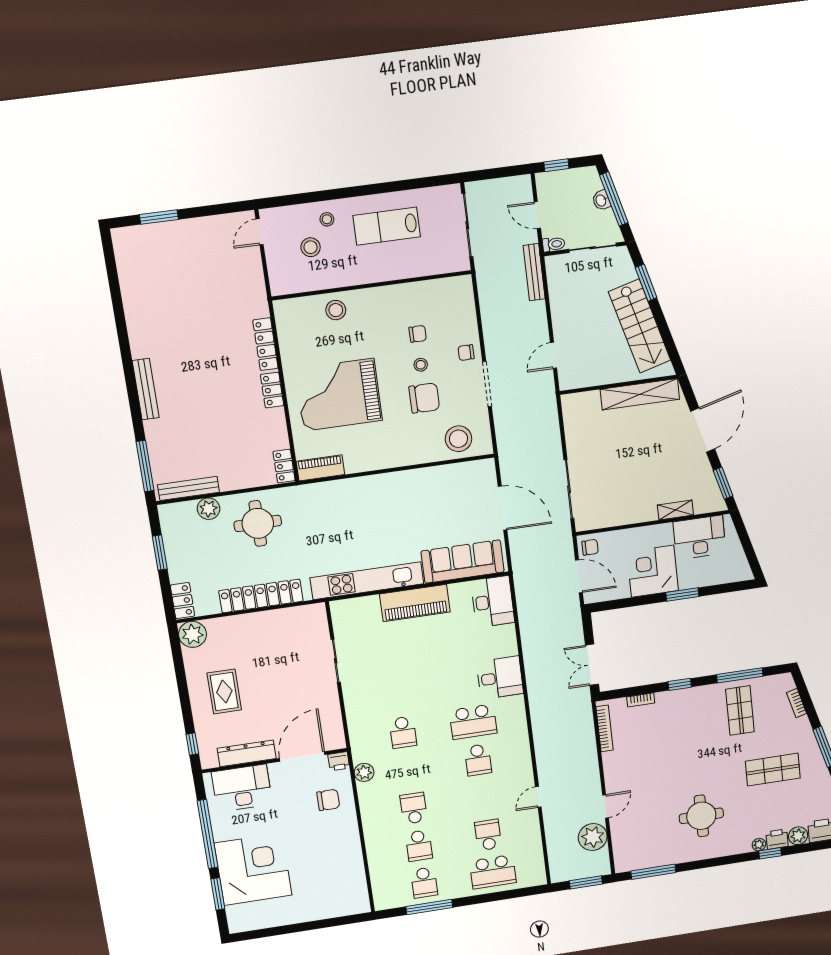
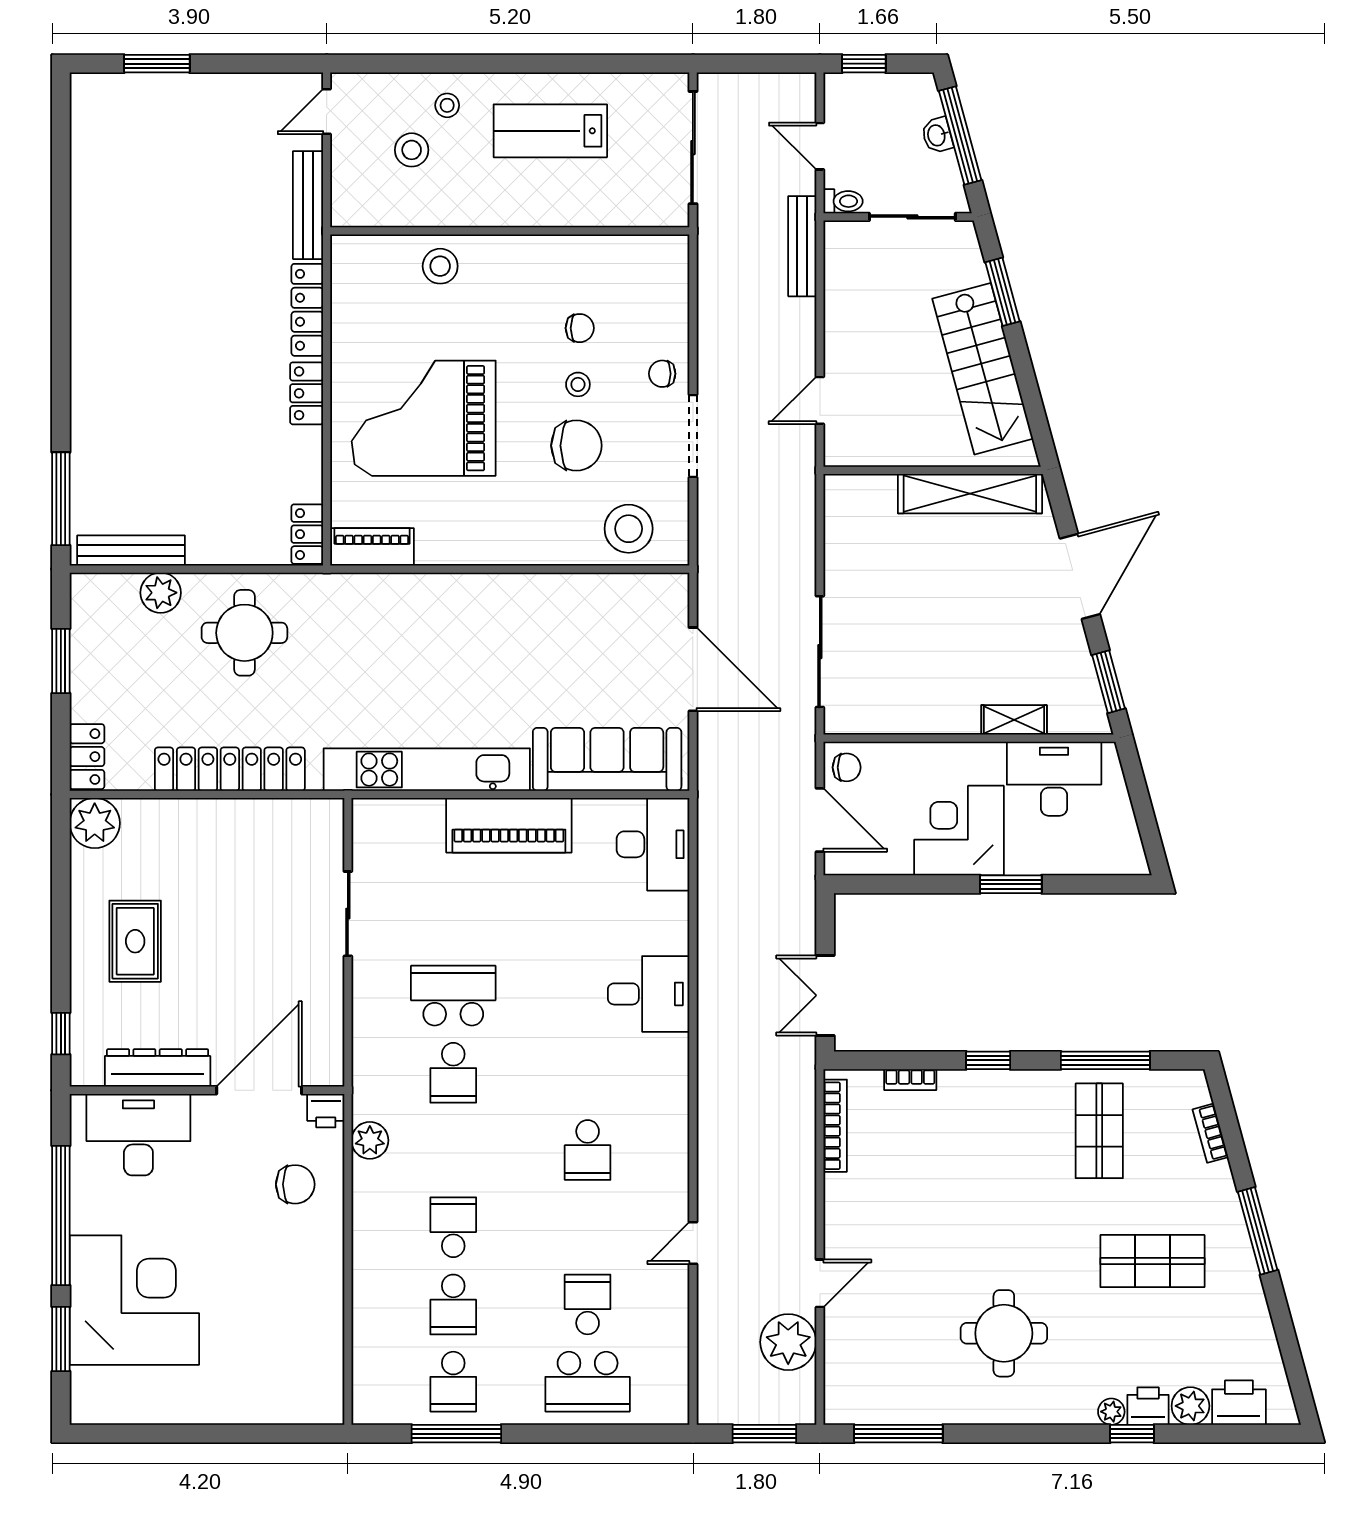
bench: (146, 389) -> (308, 205), moved
school desk: (473, 722) -> (453, 996), moved, turned 180

